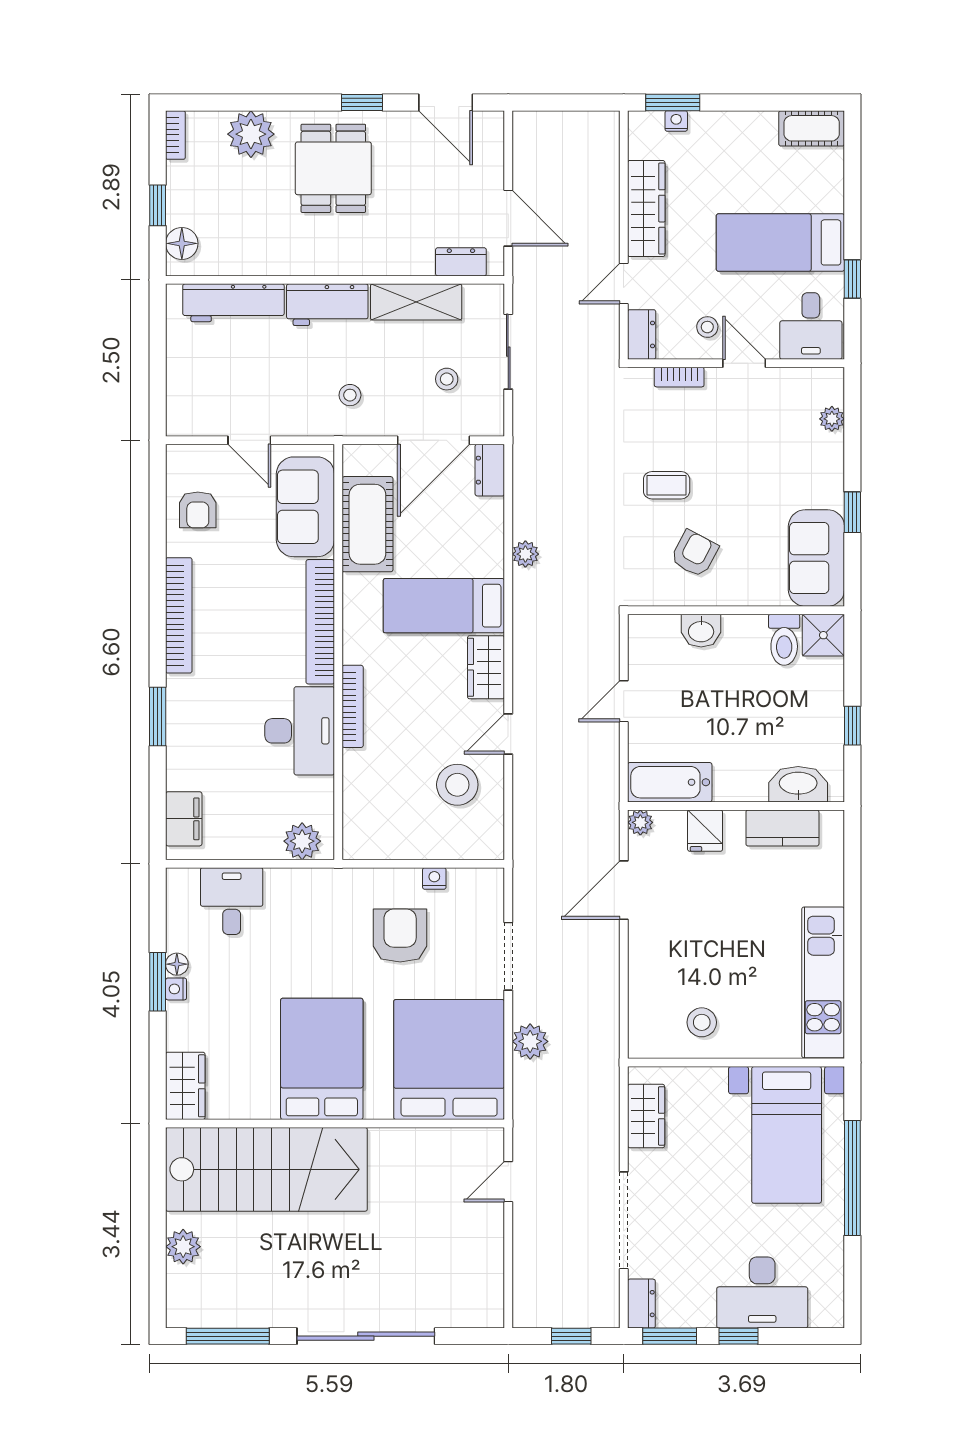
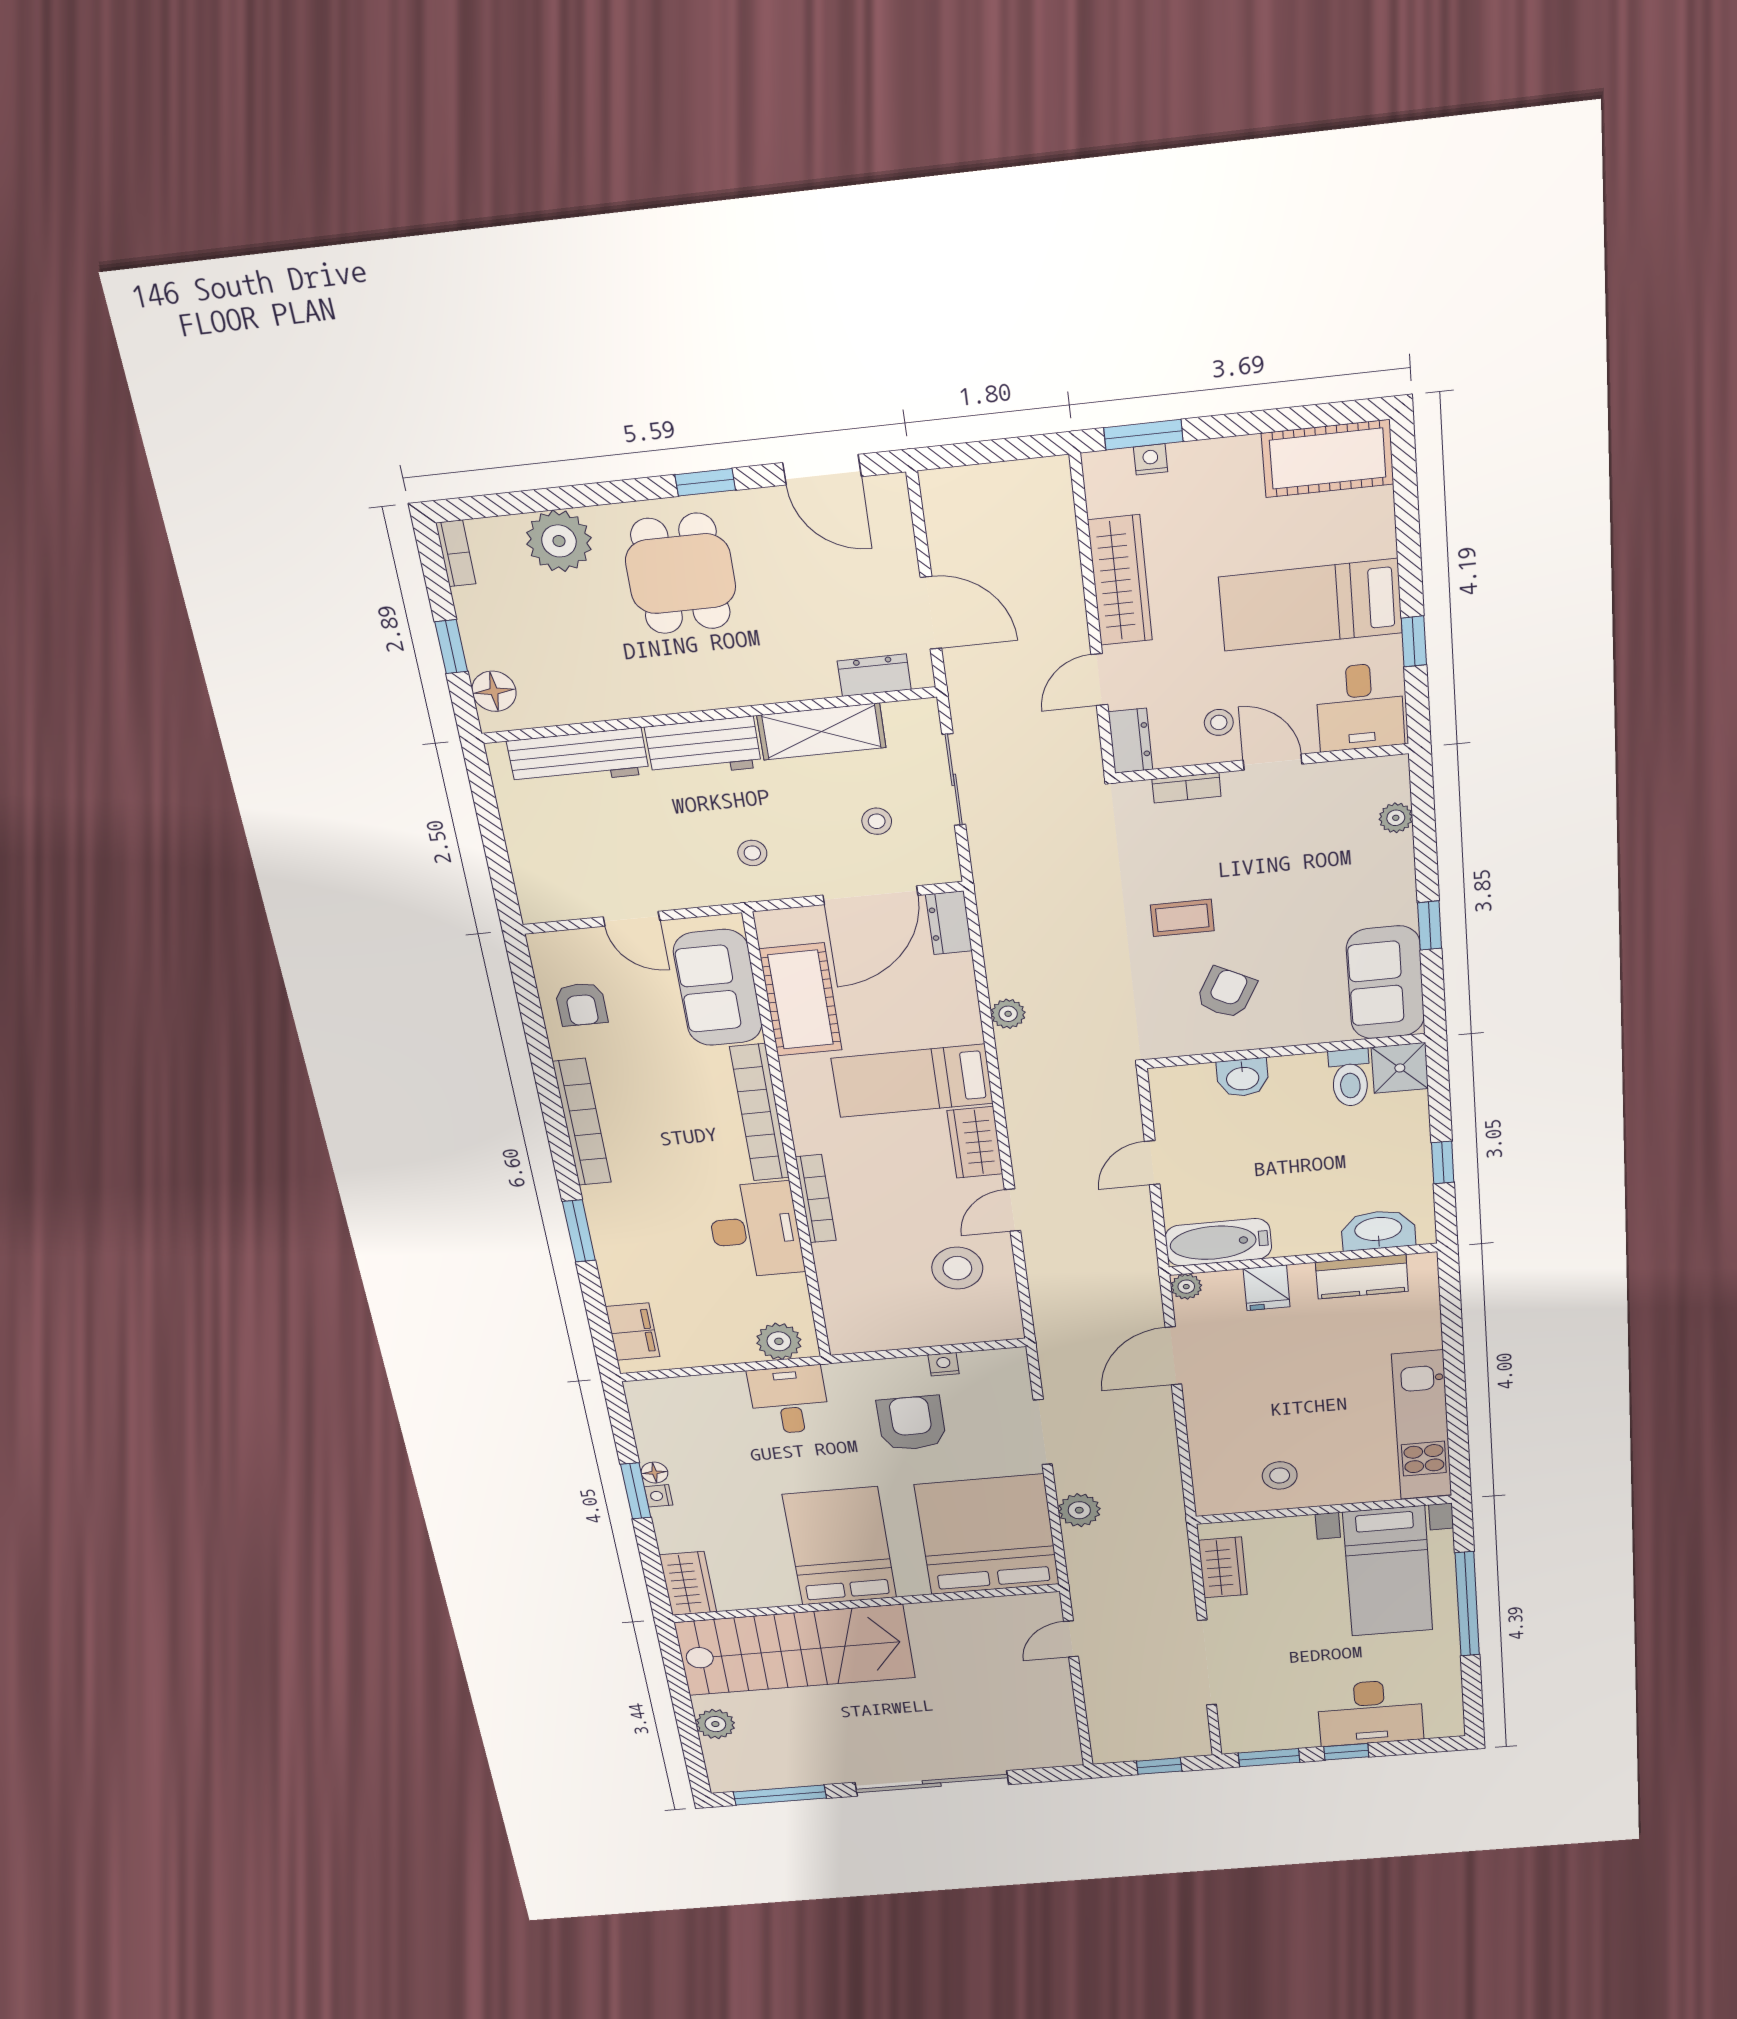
cot: (812, 128) -> (1328, 459), width x1.37, depth x1.34
desk: (232, 901) -> (789, 1400), moved
dresser: (641, 1304) -> (1235, 1733), removed

